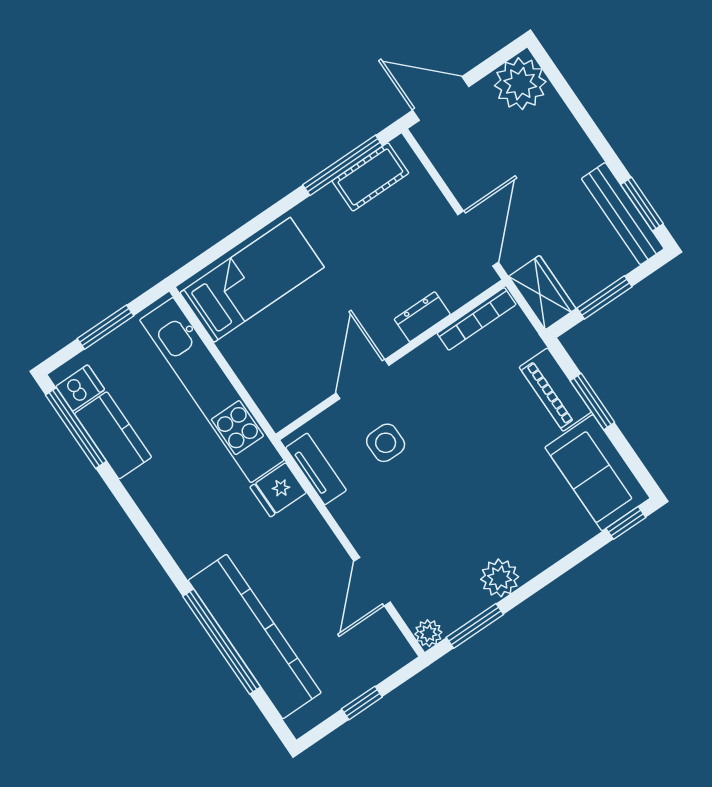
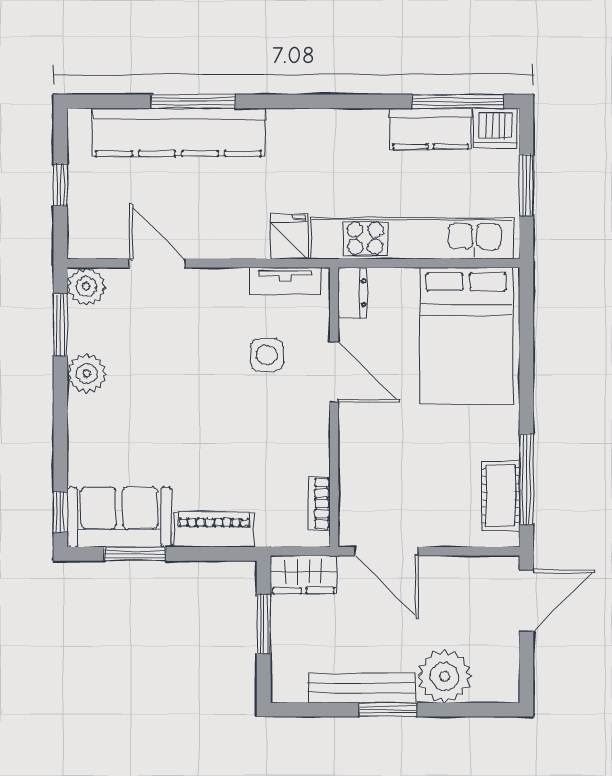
plant: (520, 84) -> (444, 676), moved
window: (642, 204) -> (388, 710), moved
bench: (623, 214) -> (361, 688), moved
bed: (252, 280) -> (466, 336), width x1.50
dresser: (422, 317) -> (352, 293), moved
bookcase: (476, 319) -> (319, 503), width x0.64
dishwasher: (80, 388) -> (495, 128), width x1.38
window: (592, 401) -> (135, 554), moved
plant: (428, 633) -> (86, 286), width x1.38, depth x1.38
window: (222, 642) -> (193, 101), width x0.68

